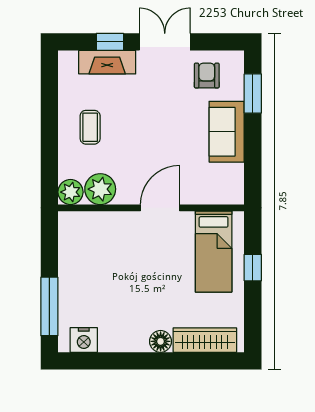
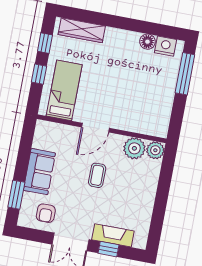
coffee table: (90, 127) -> (97, 175), moved
window: (253, 312) -> (45, 43), added
floor lamp: (161, 341) -> (147, 42), moved

